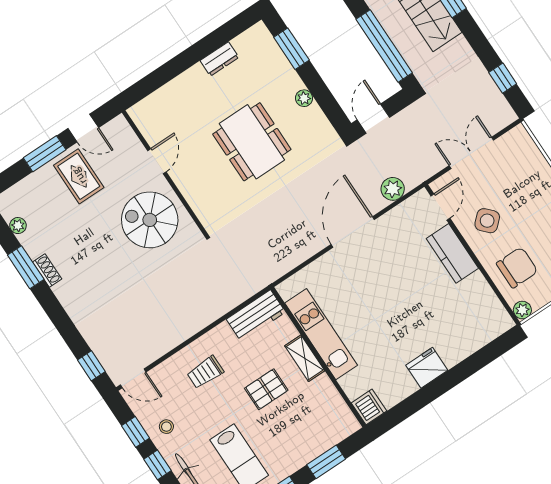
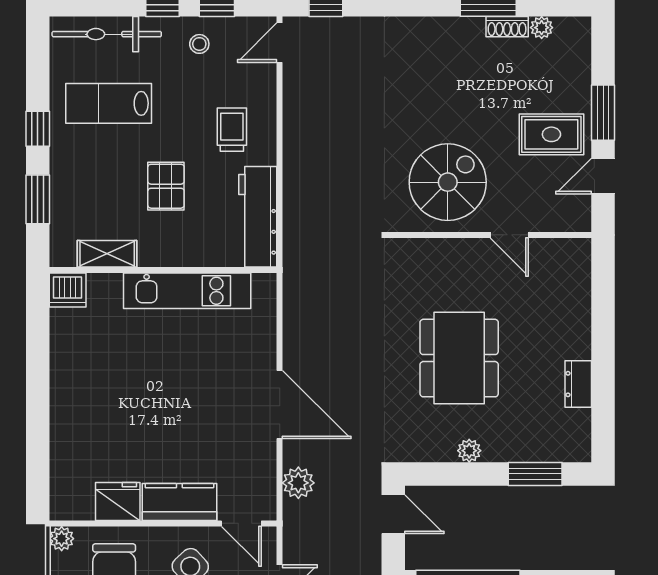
dining table: (252, 142) -> (459, 358), turned 90
shoe rack: (47, 271) -> (507, 27), moved
workbench: (256, 316) -> (258, 217), width x1.38
shelving: (305, 358) -> (107, 254), moved
fridge: (427, 368) -> (118, 501), moved, turned -90

